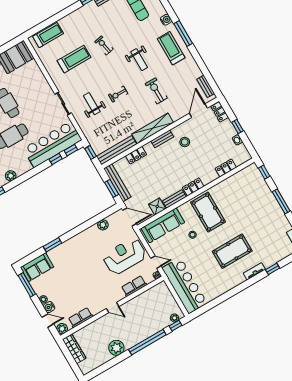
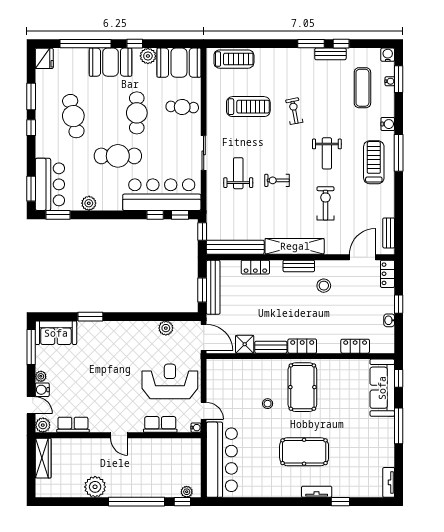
cafe table: (34, 83) -> (182, 107), added
sofa: (163, 225) -> (382, 388), moved, turned 90

